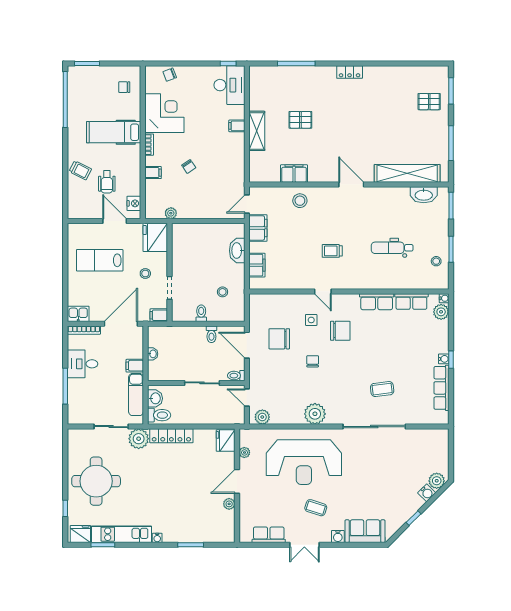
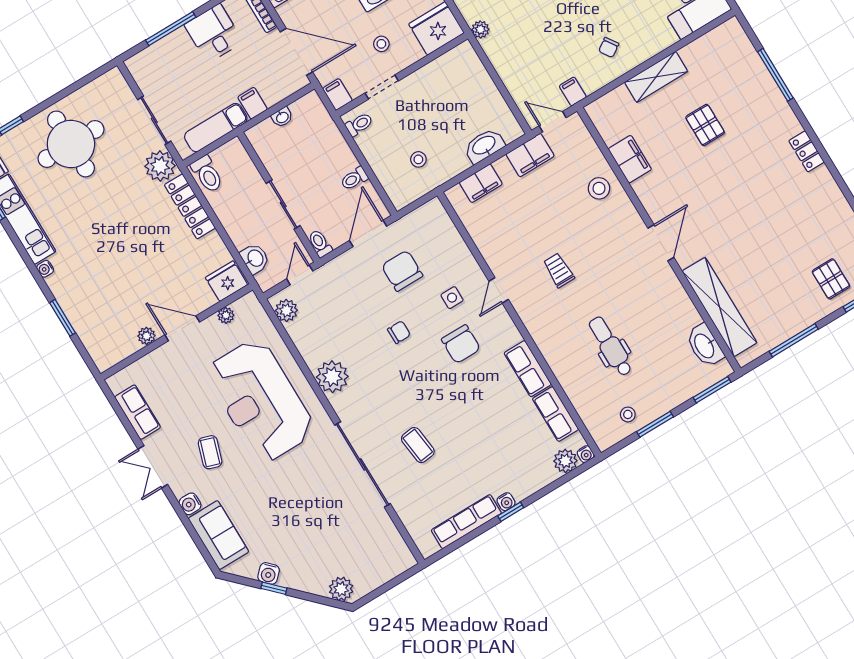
filing cabinet: (237, 126) -> (573, 92), moved
chair: (189, 166) -> (609, 47), moved
toilet: (201, 313) -> (359, 124), moved
washbasin: (155, 398) -> (255, 259), moved, turned -90
water cooler: (427, 493) -> (269, 573), moved

